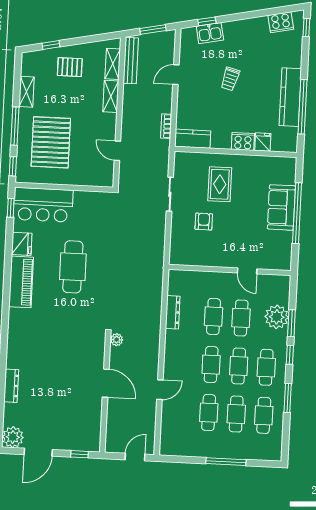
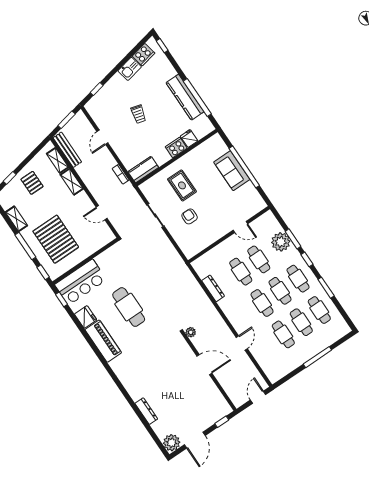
kitchen sink: (210, 33) -> (130, 69), moved
pallet: (70, 67) -> (32, 183), turned 90

